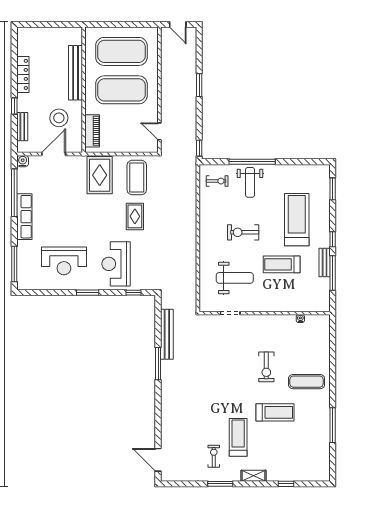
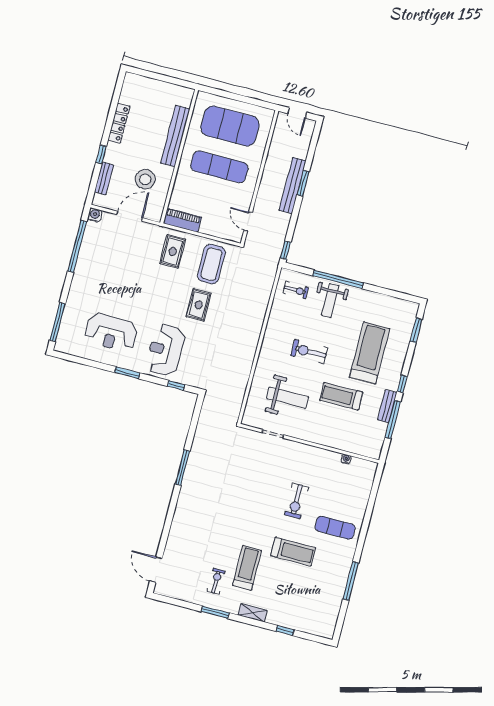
exercise mat: (121, 90) -> (219, 167), width x0.68
piano: (92, 131) -> (182, 220), moved, turned -90
rug: (100, 175) -> (173, 251), width x0.73, depth x0.70
row of seats: (24, 217) -> (81, 275), removed
bench: (167, 334) -> (292, 186), moved

